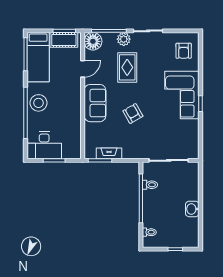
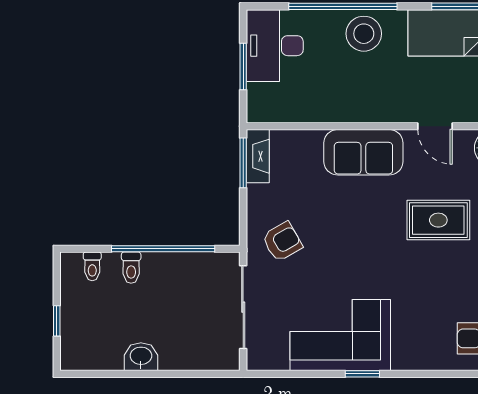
corner sofa: (182, 95) -> (340, 335), moved
armchair: (133, 114) -> (282, 242), moved
fireplace: (109, 153) -> (258, 156), moved
toilet: (150, 185) -> (131, 268), moved

